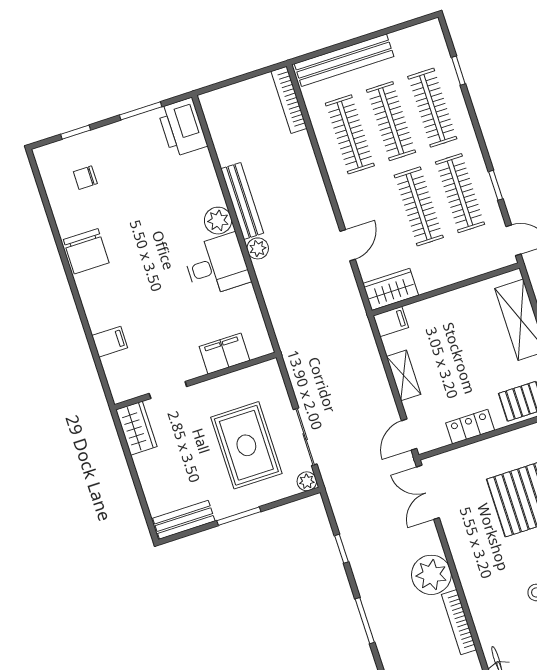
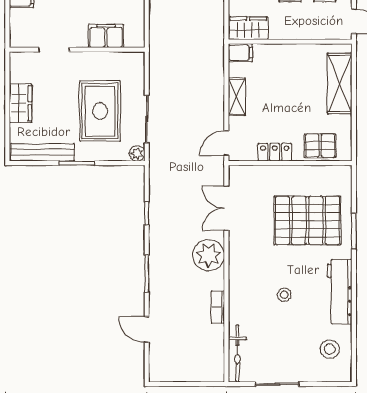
wardrobe: (136, 428) -> (21, 103), moved
double door: (428, 492) -> (226, 208), moved
bench: (184, 520) -> (43, 152), width x1.36
bookcase: (459, 622) -> (218, 307), width x0.64

